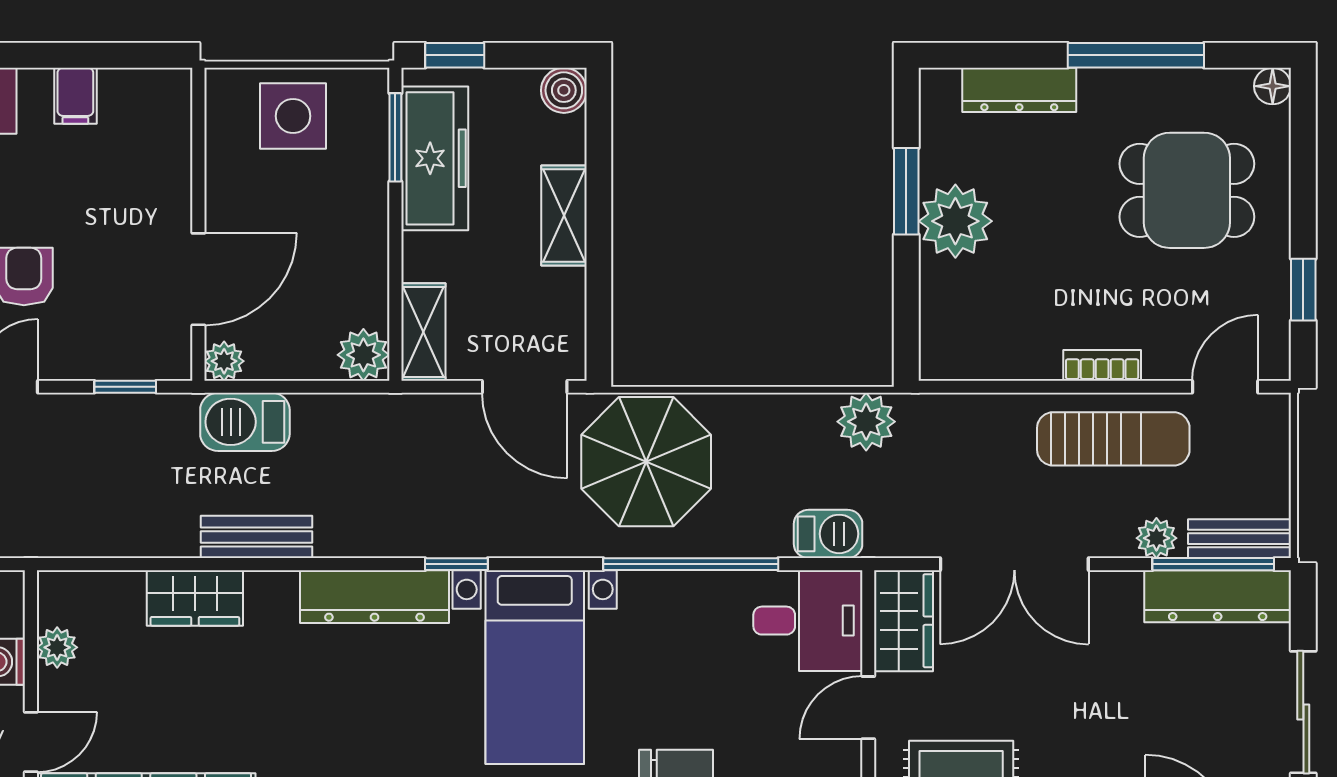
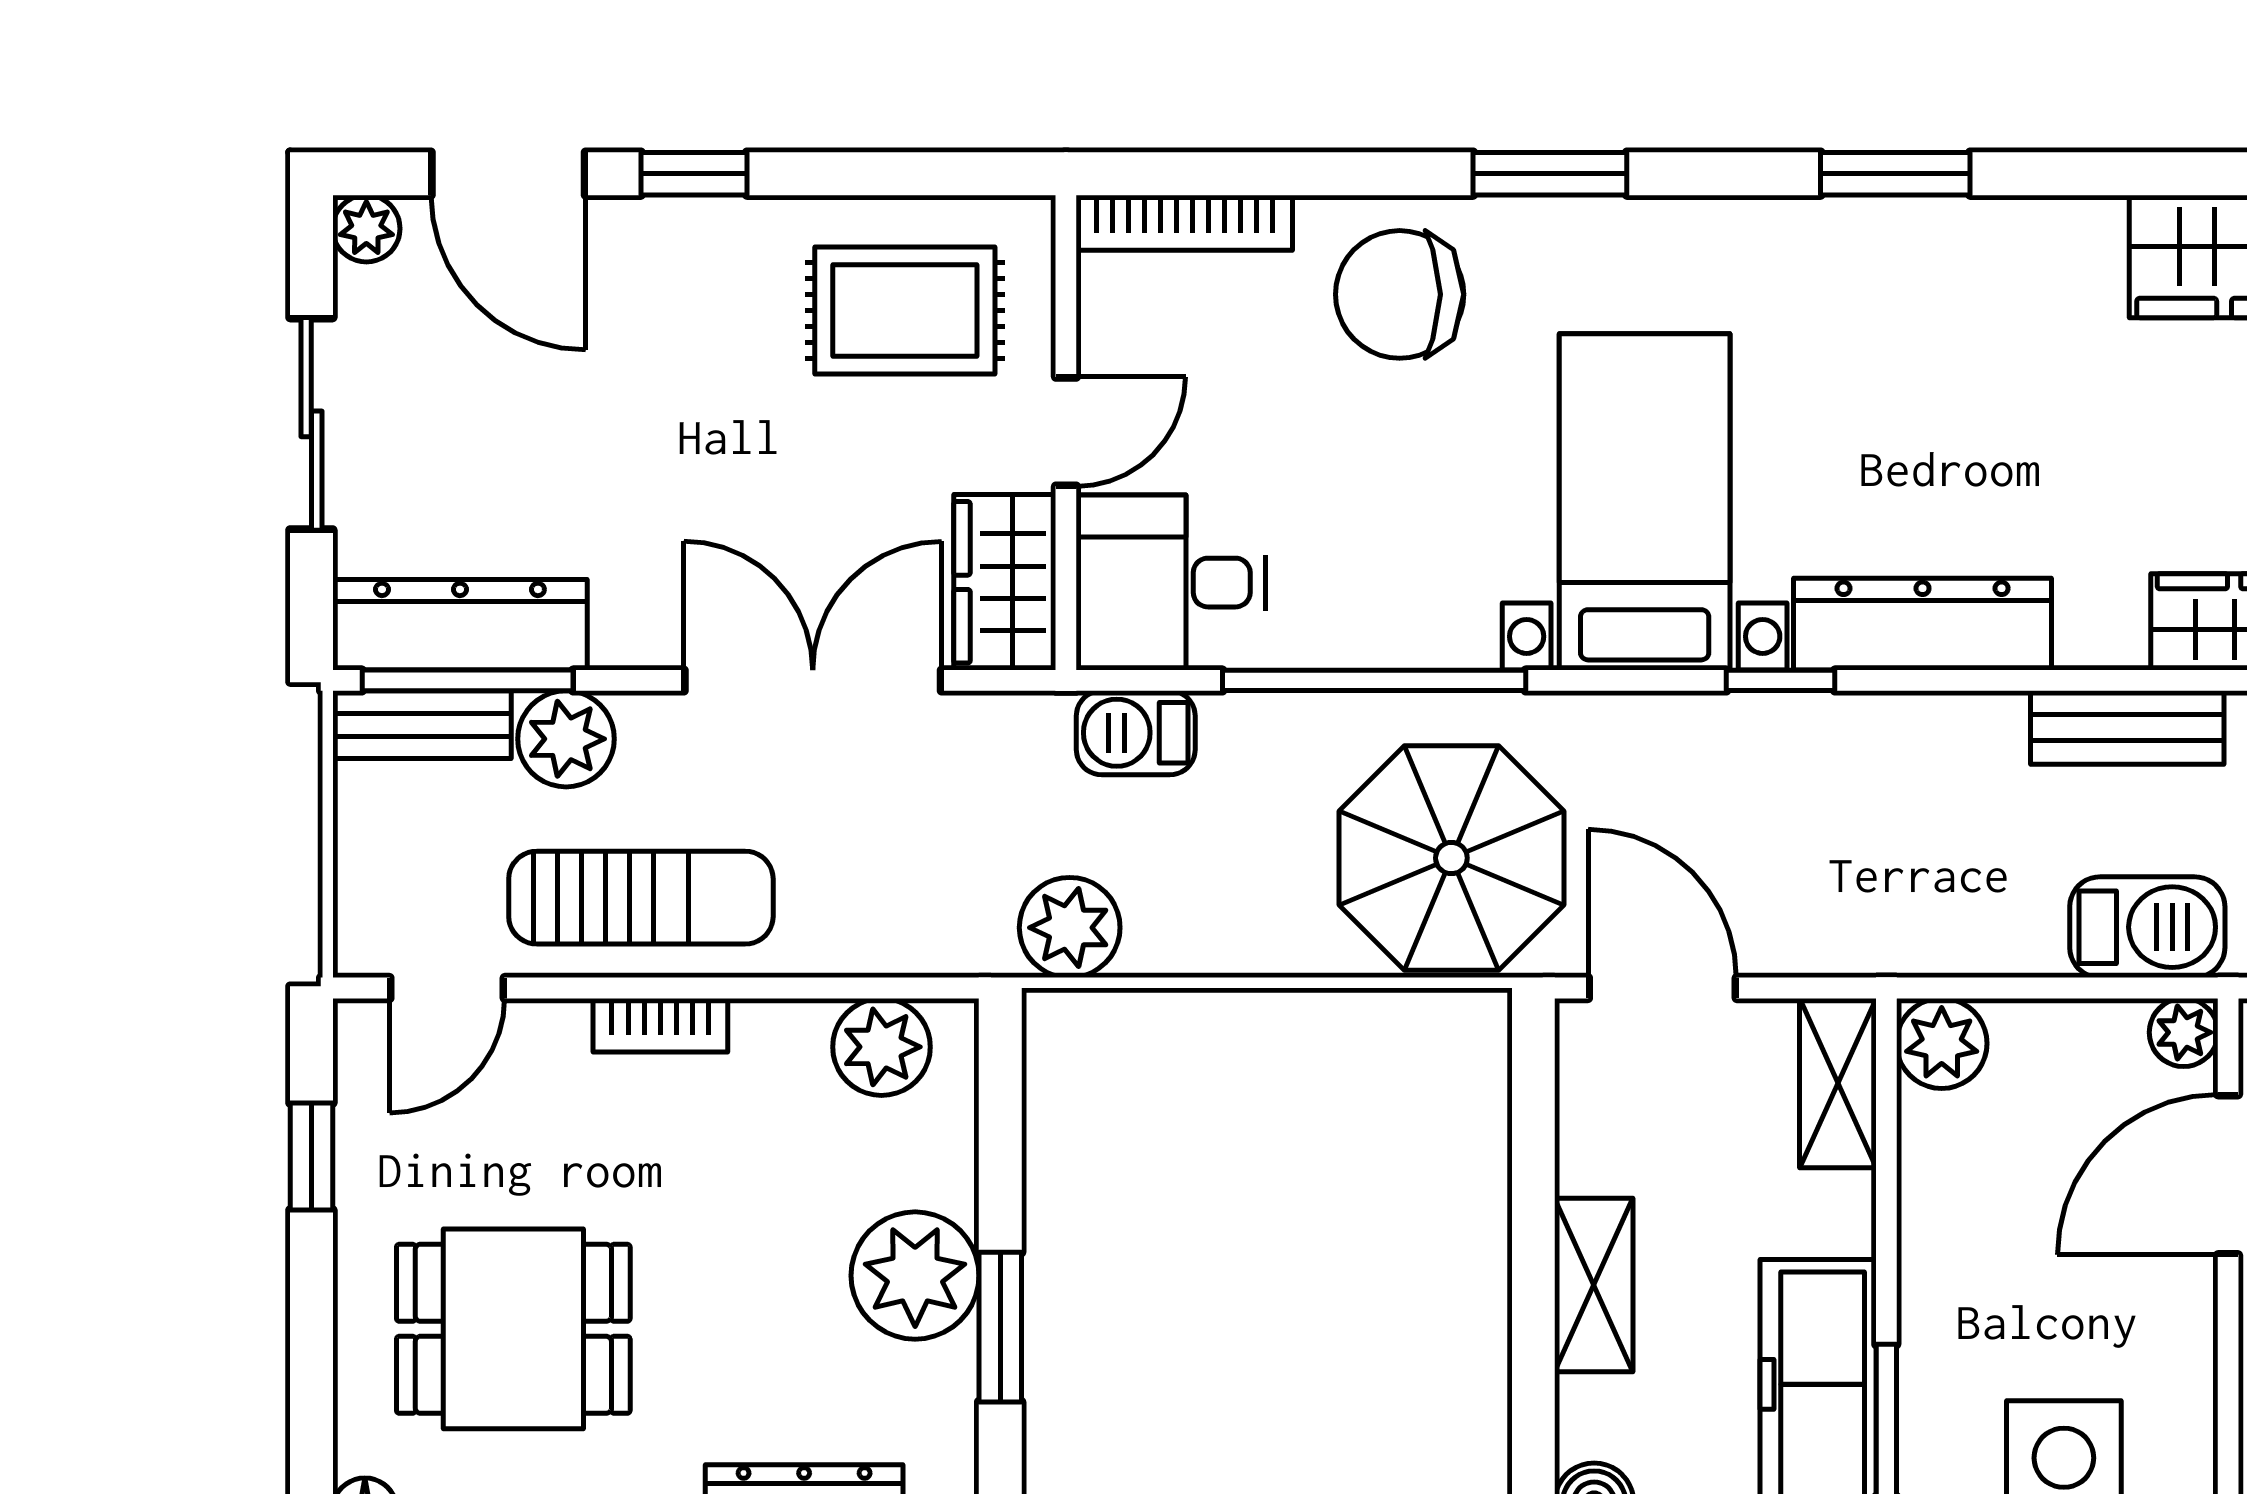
plant: (975, 353) -> (881, 1047), added
sun lounger: (1113, 439) -> (641, 898), turned 180
plant: (1156, 538) -> (566, 739), width x1.38, depth x1.38

